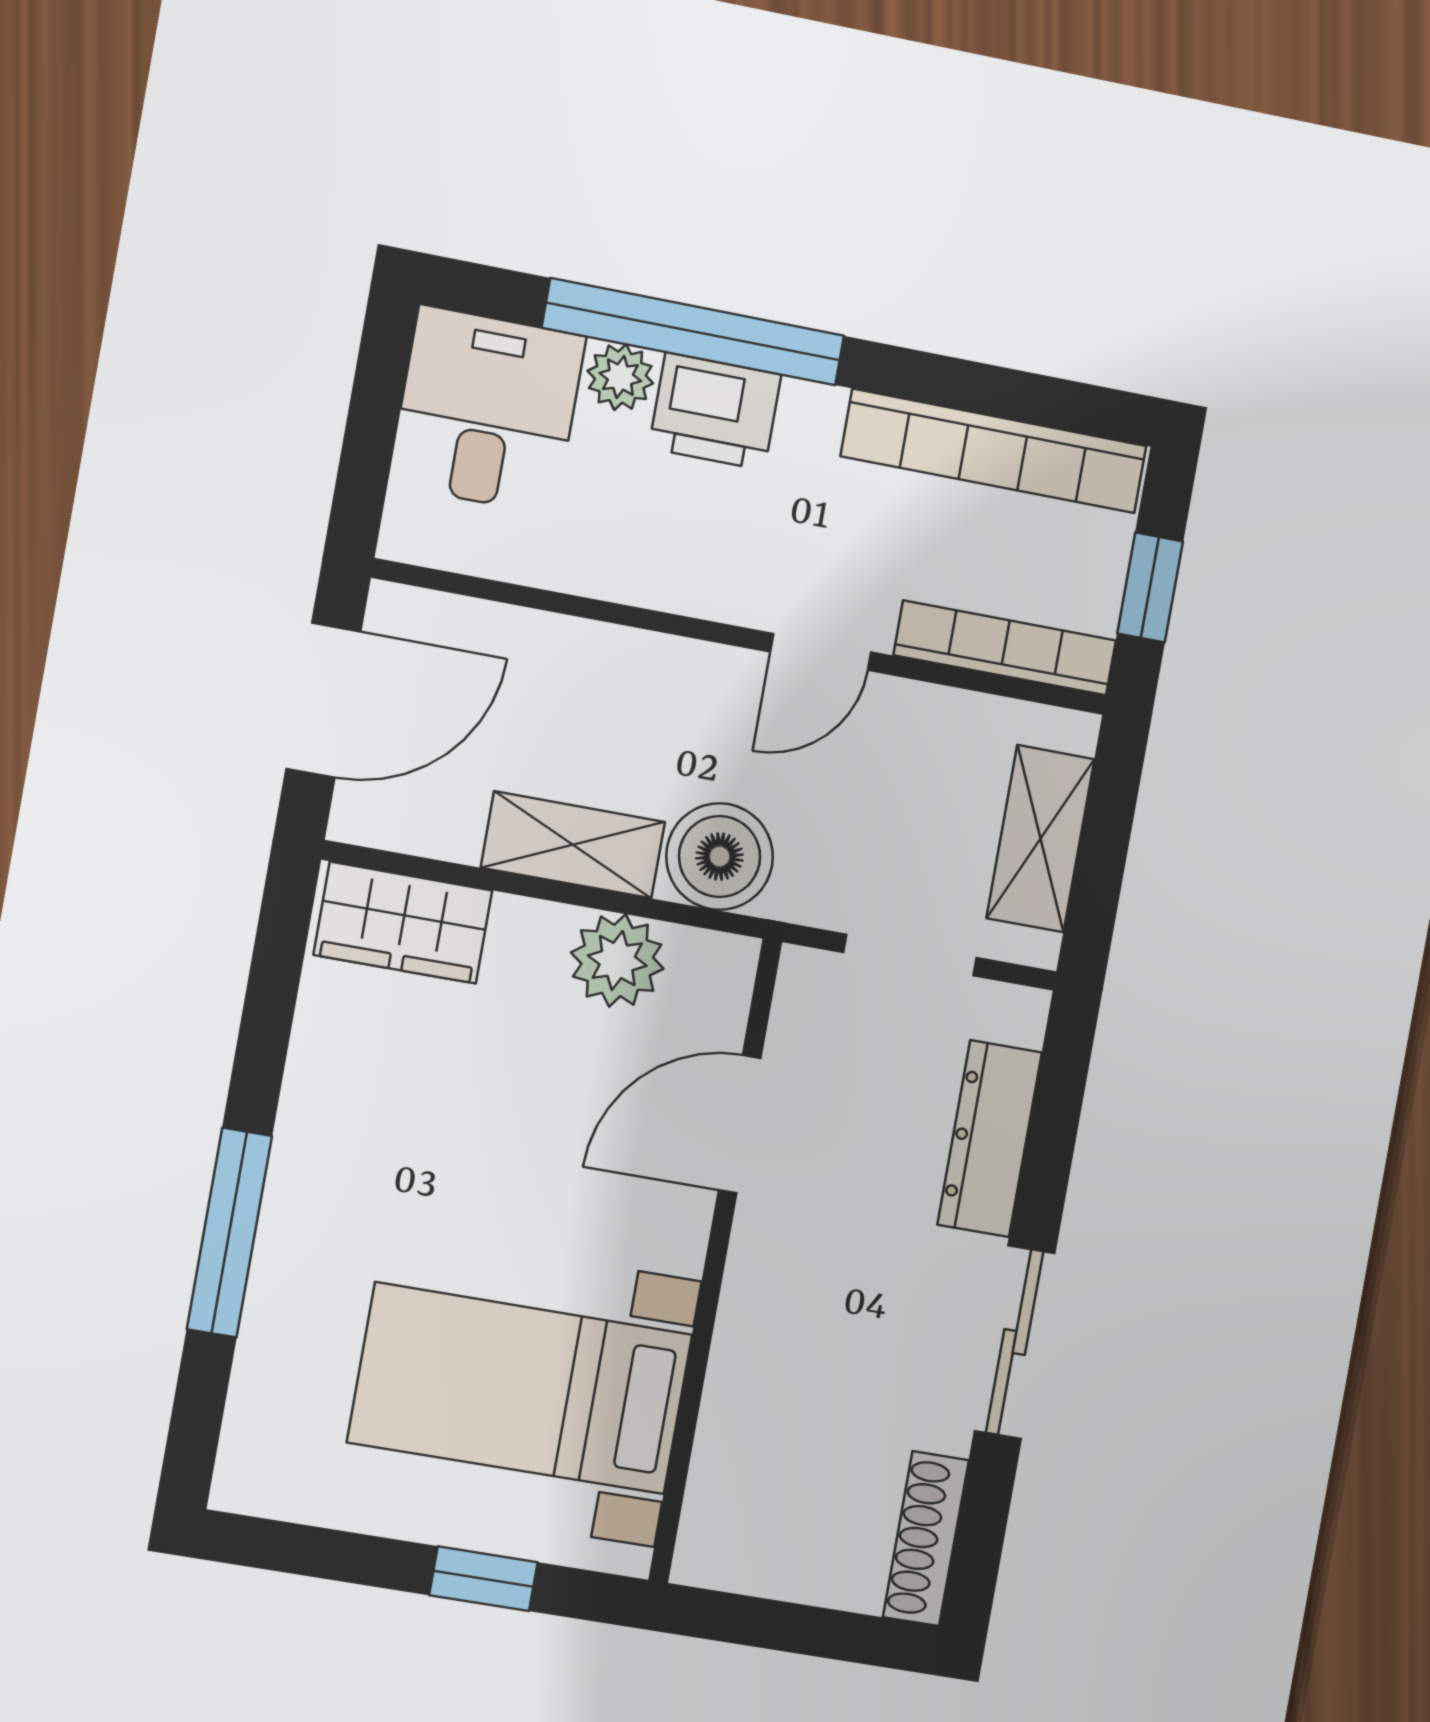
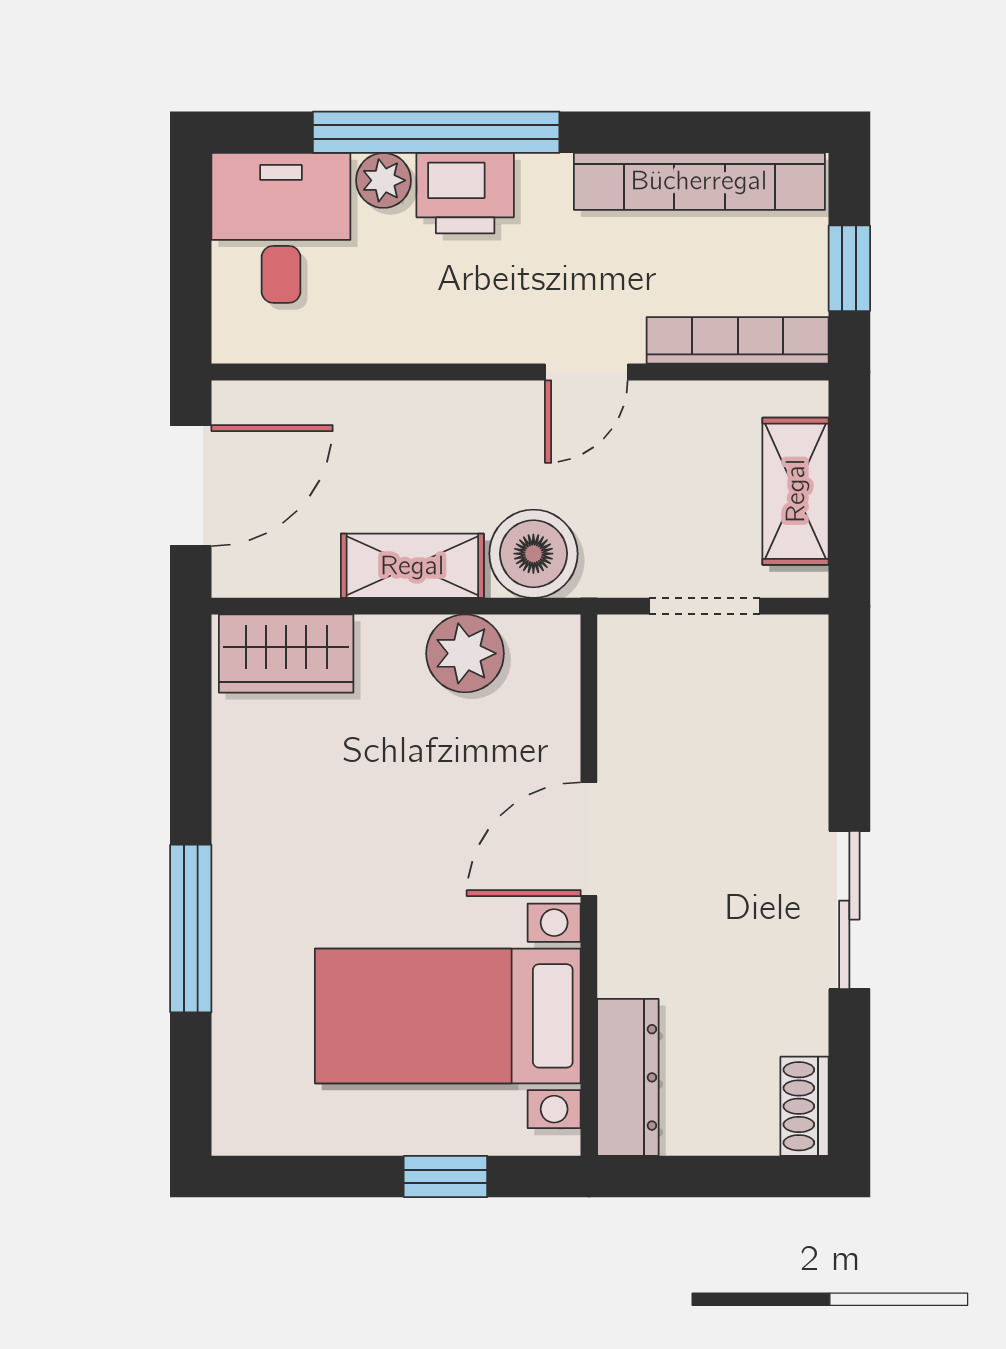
door: (740, 1124) -> (589, 839), moved
dresser: (990, 1139) -> (628, 1077), moved, turned 180
shoe rack: (926, 1539) -> (805, 1106), width x0.70

